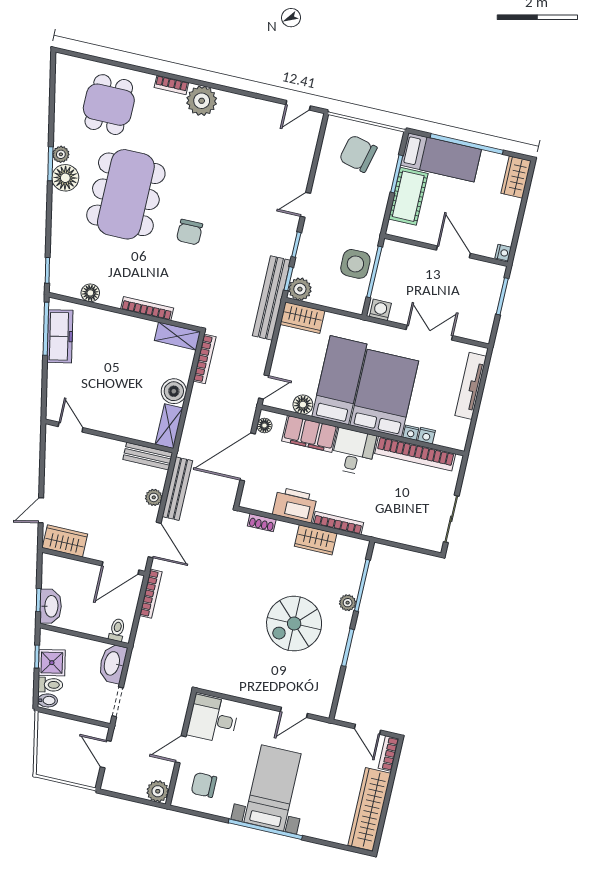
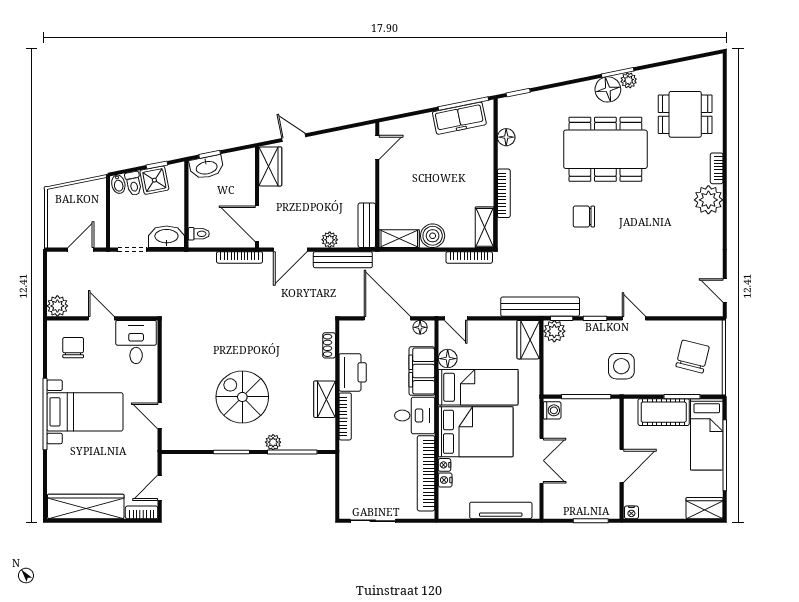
side table: (355, 264) -> (621, 366), moved

